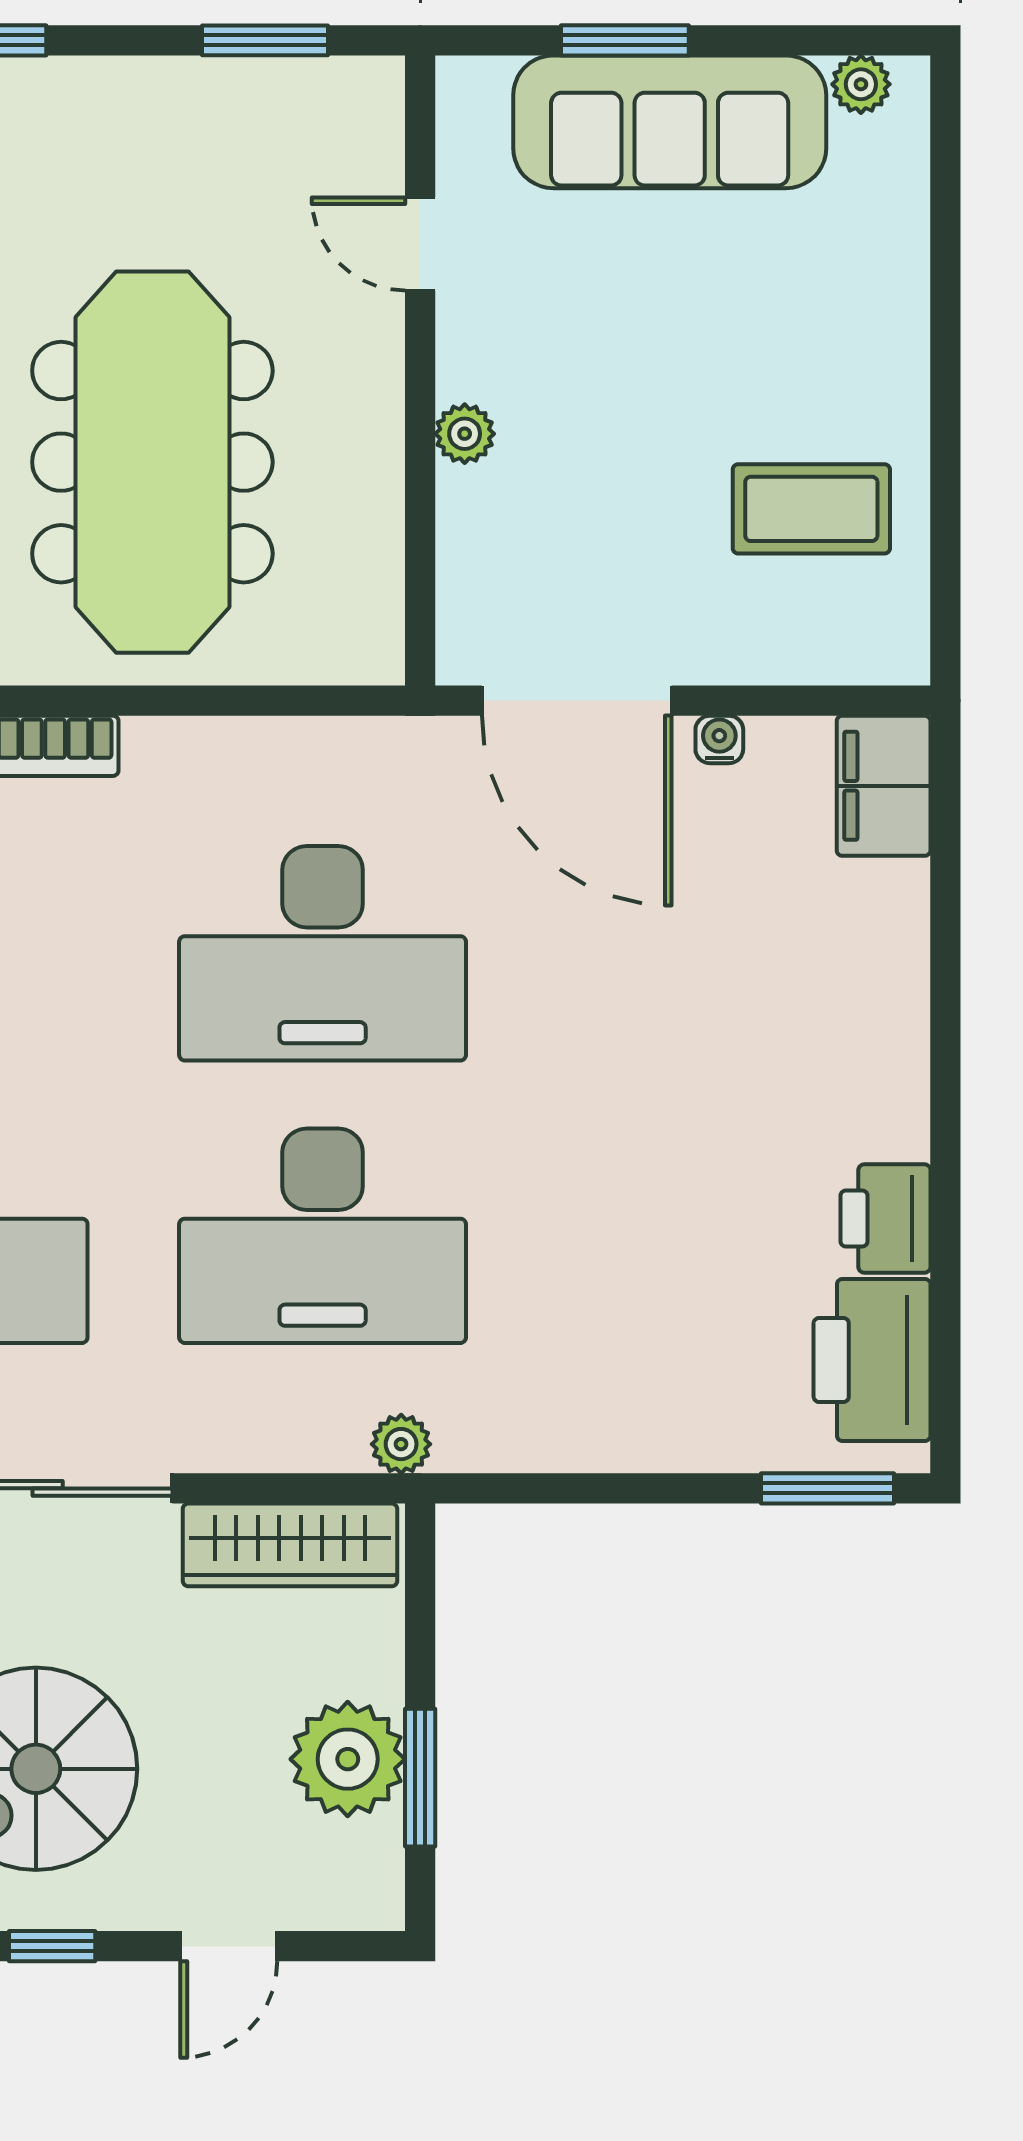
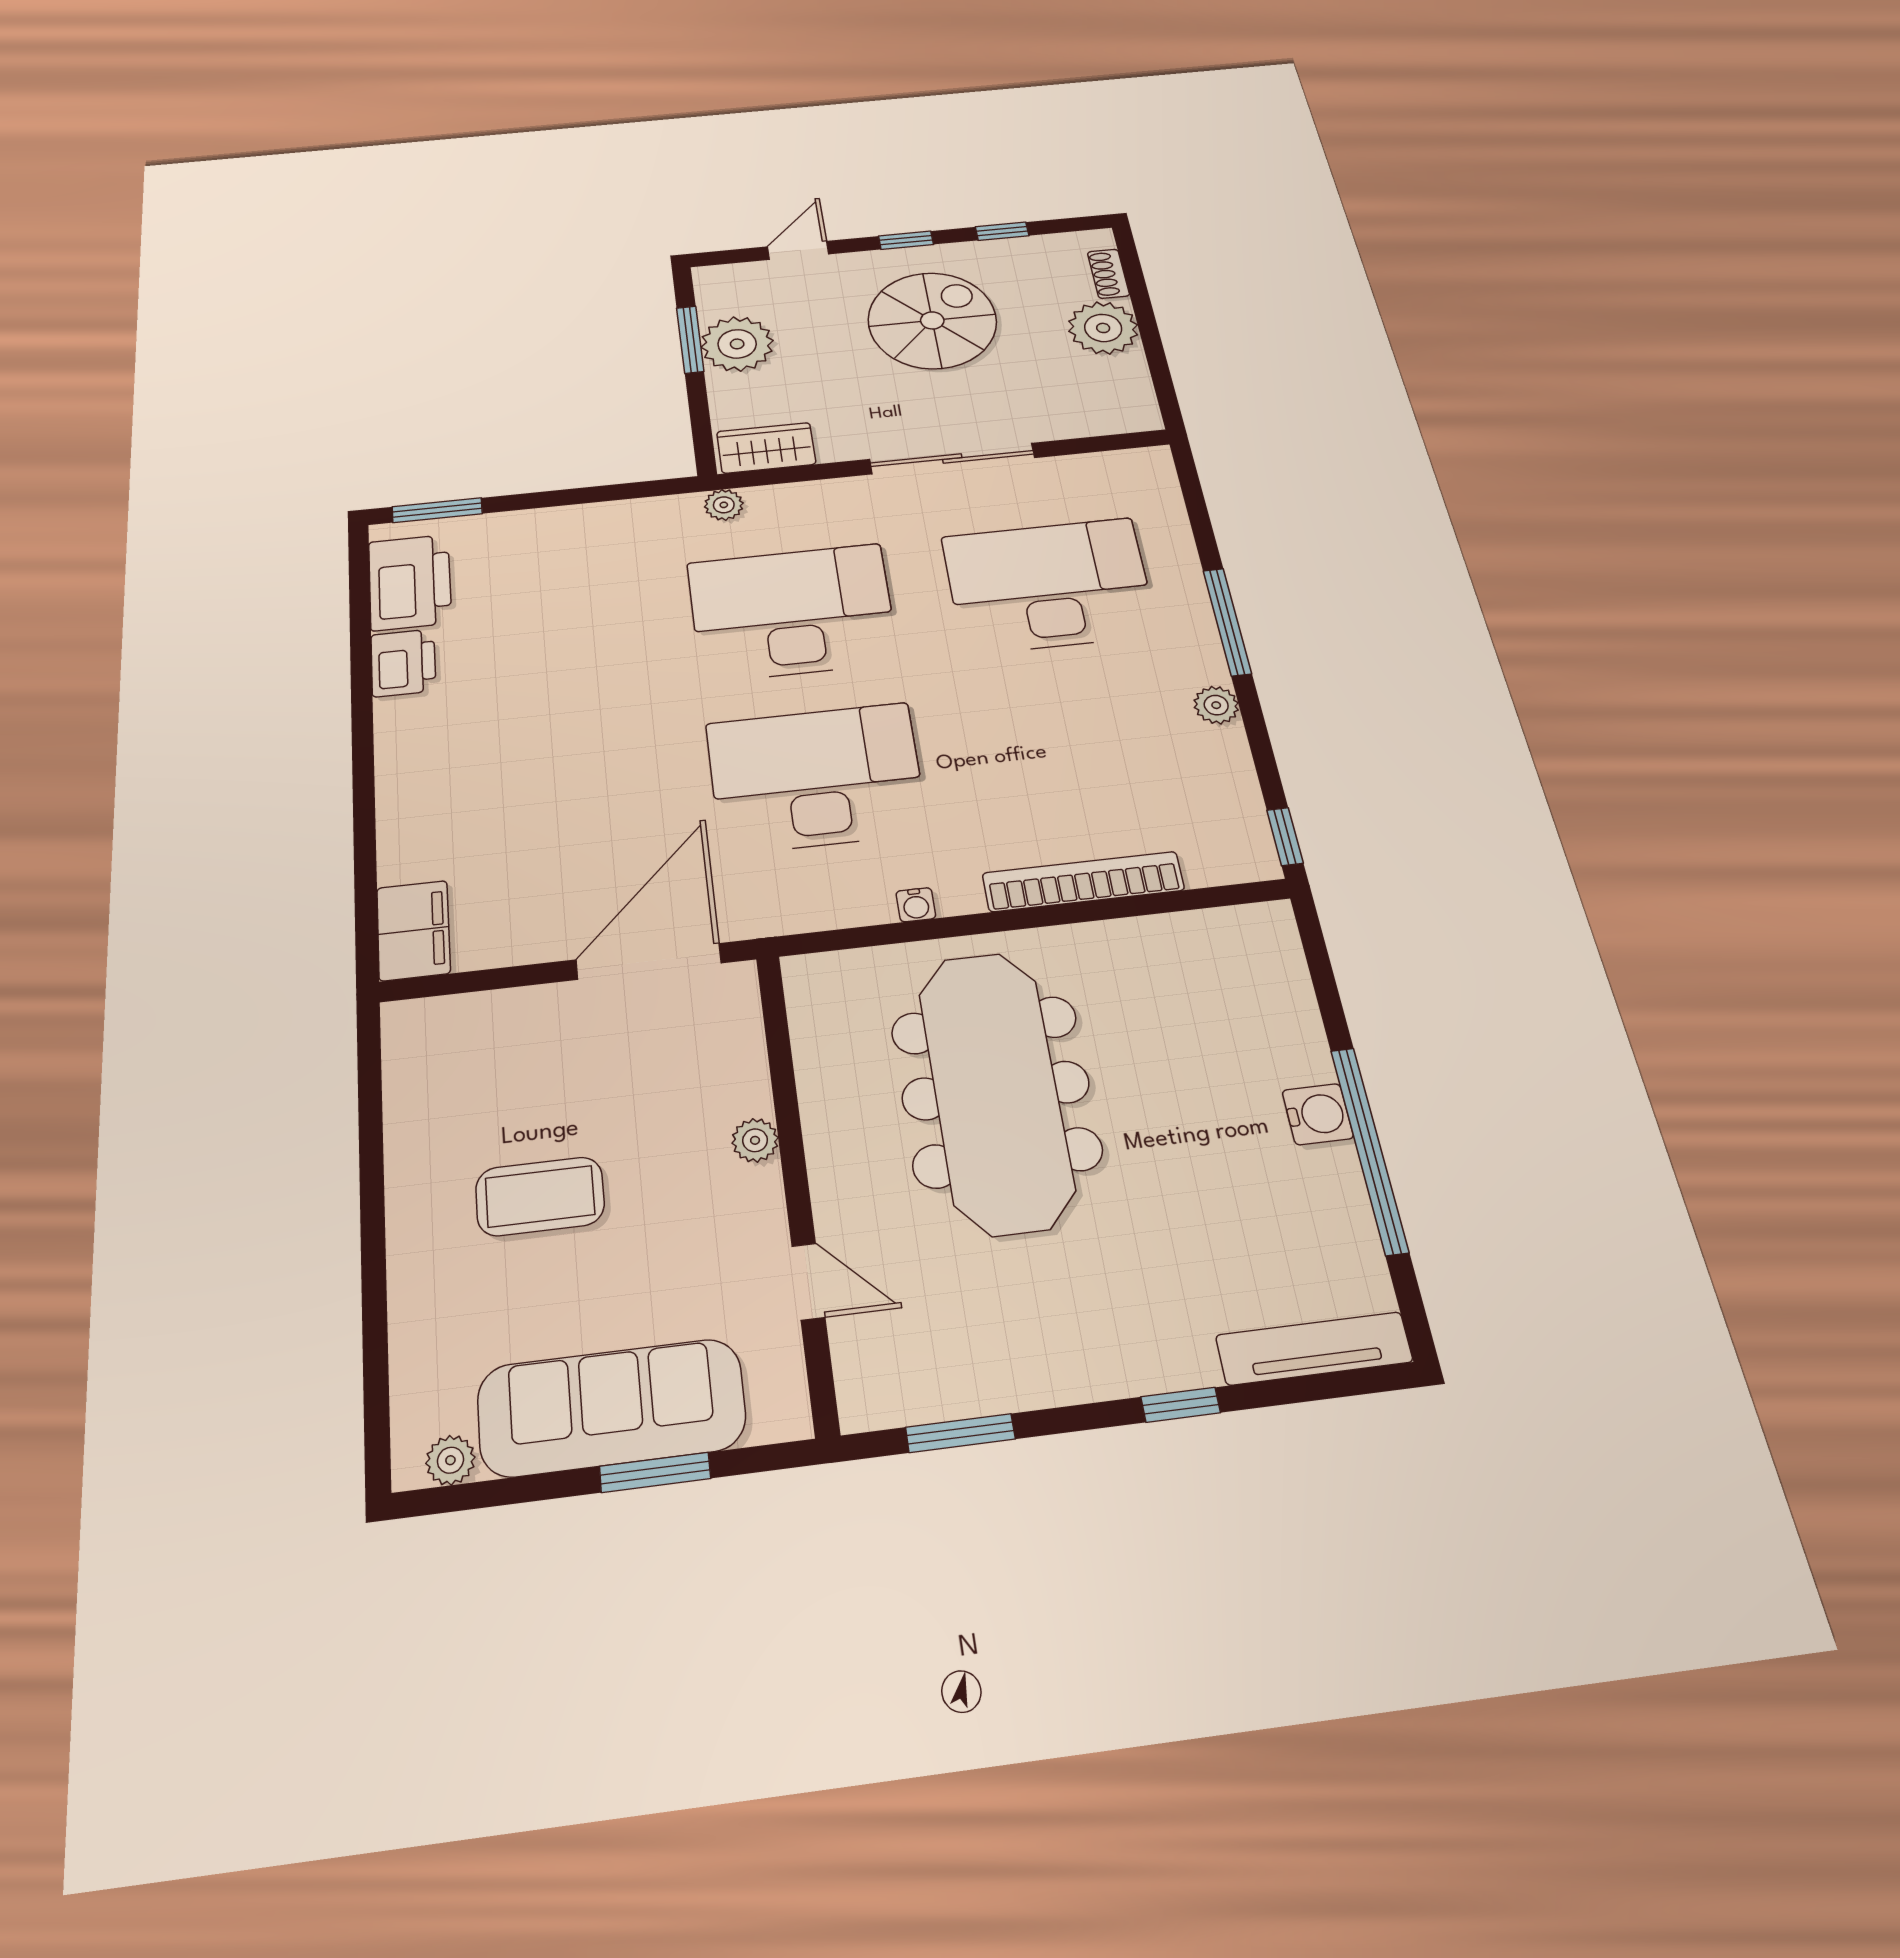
coffee table: (811, 509) -> (540, 1196), moved
door: (577, 701) -> (649, 961), hinge flipped
water cooler: (719, 739) -> (916, 905), moved
wardrobe: (290, 1545) -> (766, 448), width x0.67

